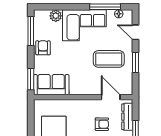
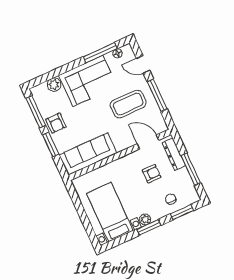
armchair: (43, 48) -> (56, 123), turned 180
window: (135, 63) -> (157, 95), width x1.44
window: (31, 79) -> (51, 145), moved
sofa: (51, 85) -> (88, 154), width x1.36

